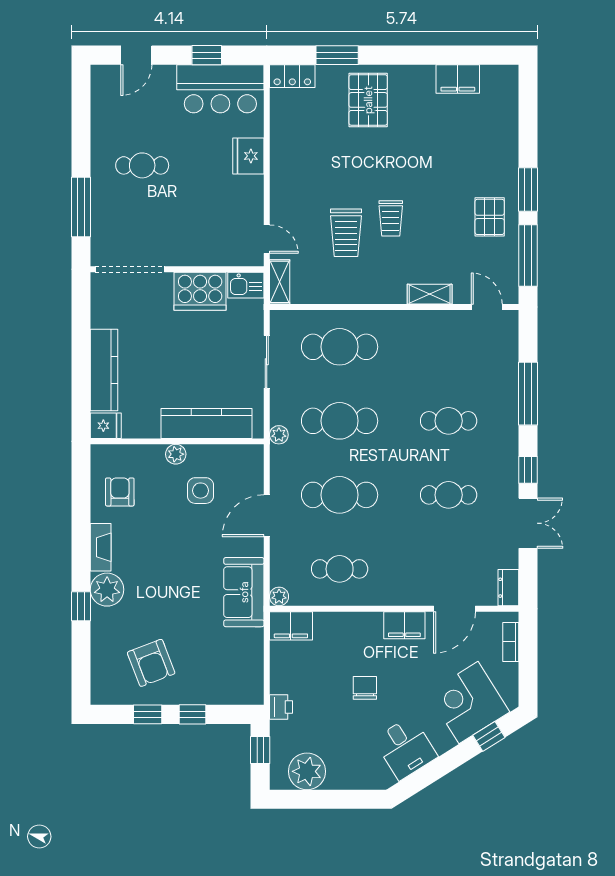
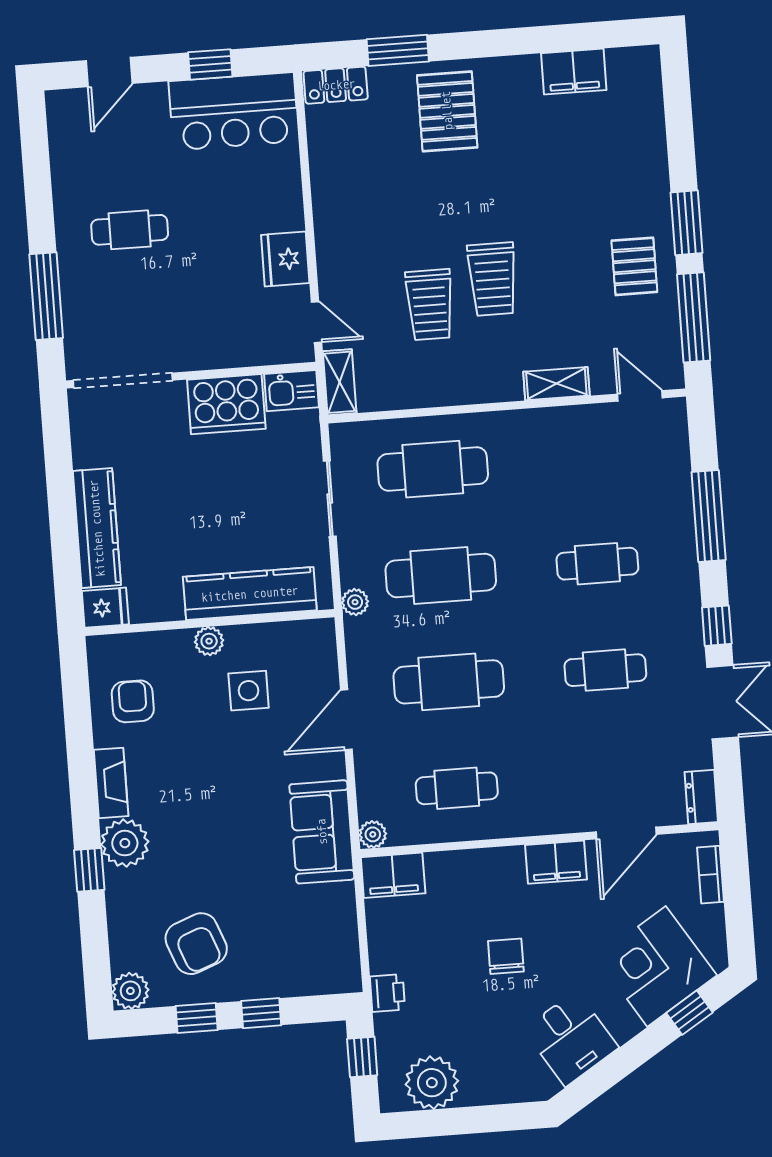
fridge: (248, 156) -> (285, 259), moved
trolley: (391, 218) -> (492, 279), width x1.36, depth x1.39
plant: (103, 692) -> (130, 991), added

